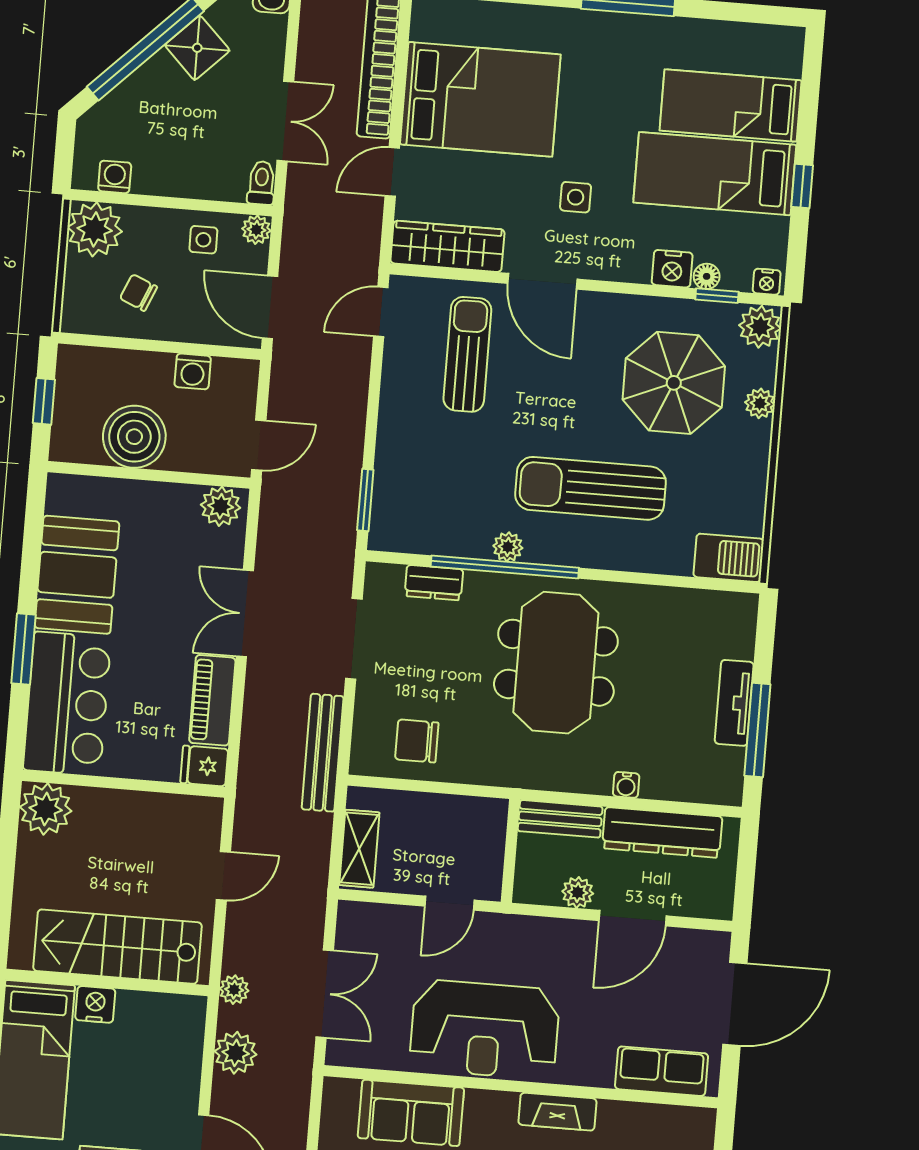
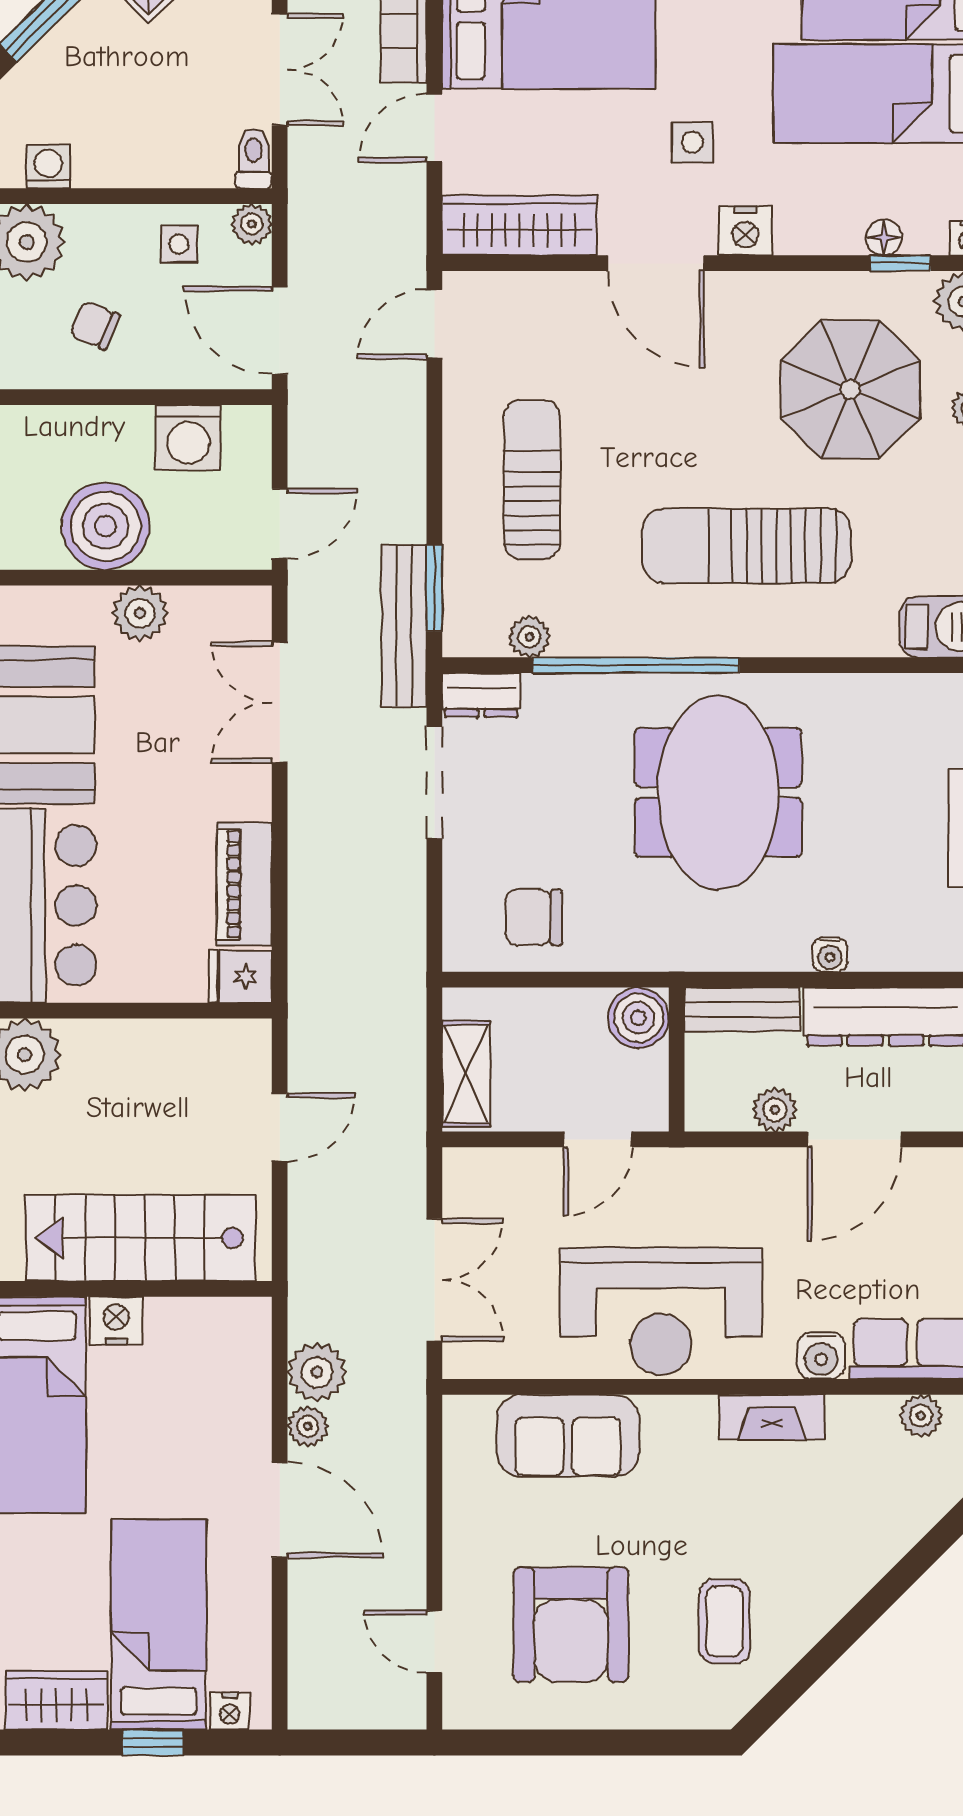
nightstand: (672, 269) -> (745, 231), moved
sun lounger: (467, 354) -> (532, 480), moved
washing machine: (193, 371) -> (188, 438), width x1.38, depth x1.38
plant: (221, 506) -> (140, 613), moved
plant: (508, 547) -> (529, 637), moved
dresser: (434, 583) -> (481, 695), moved
double door: (245, 614) -> (280, 702), moved
bench: (323, 753) -> (404, 626), moved
boiler: (486, 819) -> (638, 1018), added
plant: (234, 990) -> (308, 1426), moved
water cooler: (596, 1070) -> (821, 1355), added
plant: (664, 1119) -> (921, 1416), added

